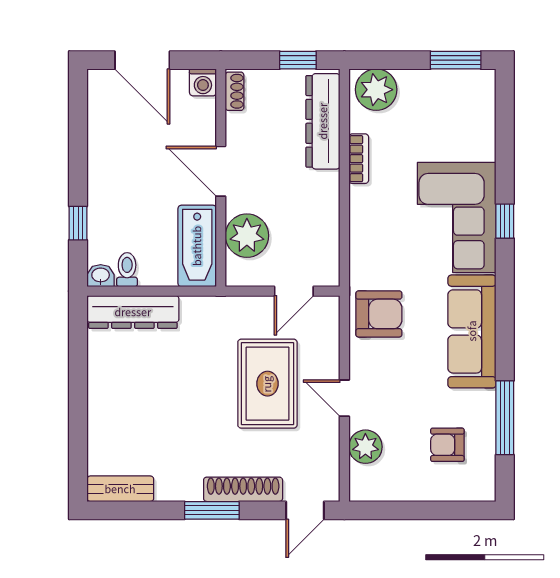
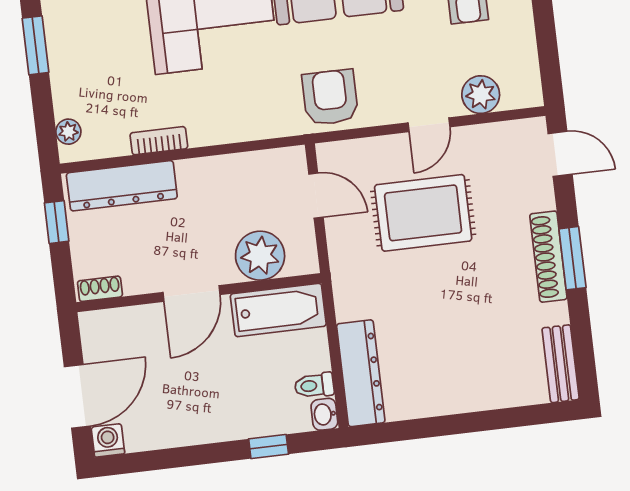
washing machine: (203, 82) -> (108, 440), moved, turned -90
plant: (376, 90) -> (68, 132), width x0.53, depth x0.53
shoe rack: (243, 489) -> (548, 257), moved

